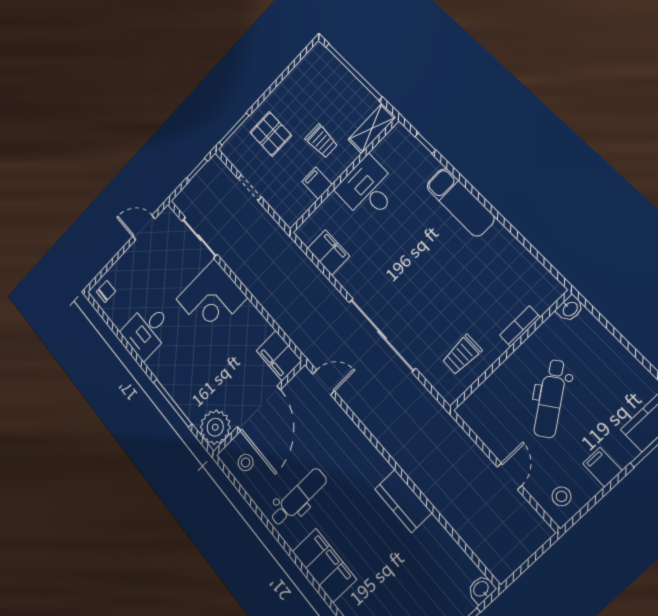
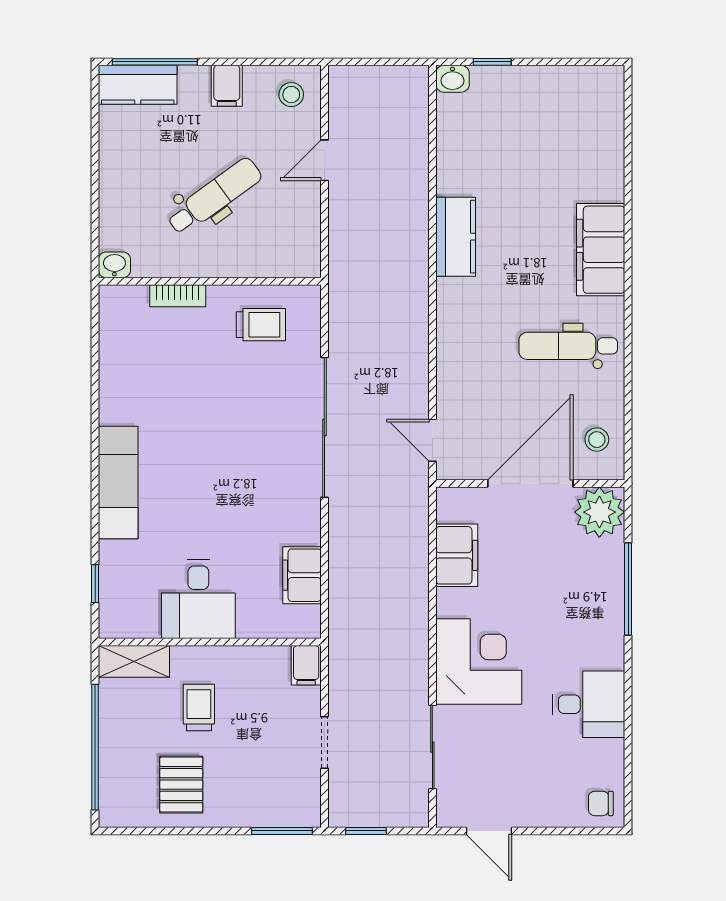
pallet: (271, 134) -> (181, 785), moved
filing cabinet: (317, 183) -> (306, 665), moved
filing cabinet: (279, 356) -> (457, 555), moved

